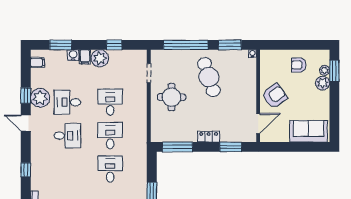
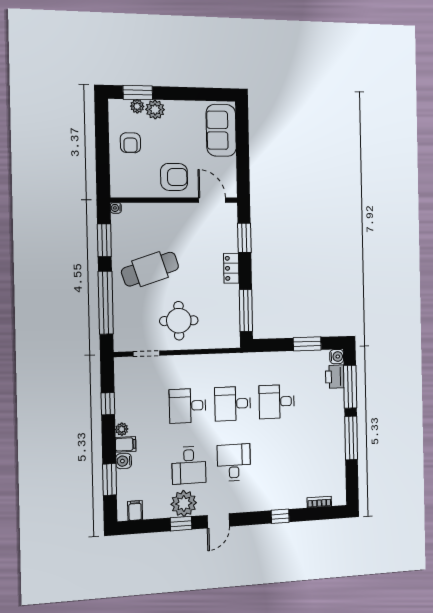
plant: (100, 58) -> (122, 429), width x0.53, depth x0.53
armchair: (275, 96) -> (174, 177), turned 125

